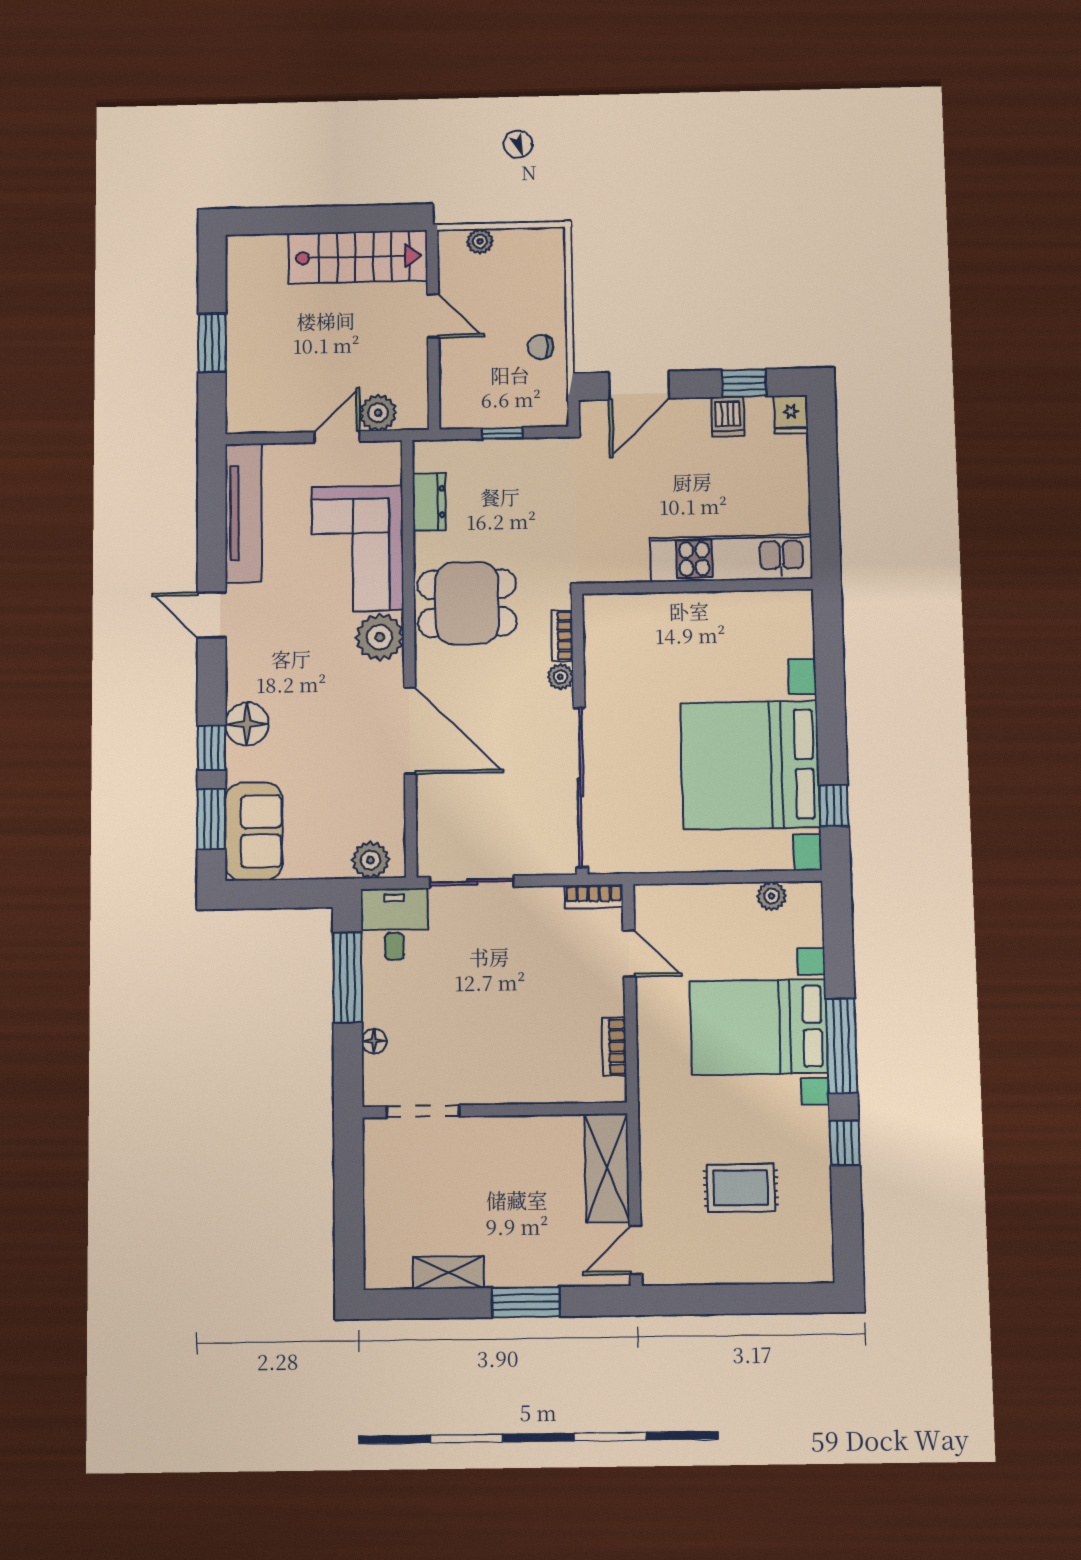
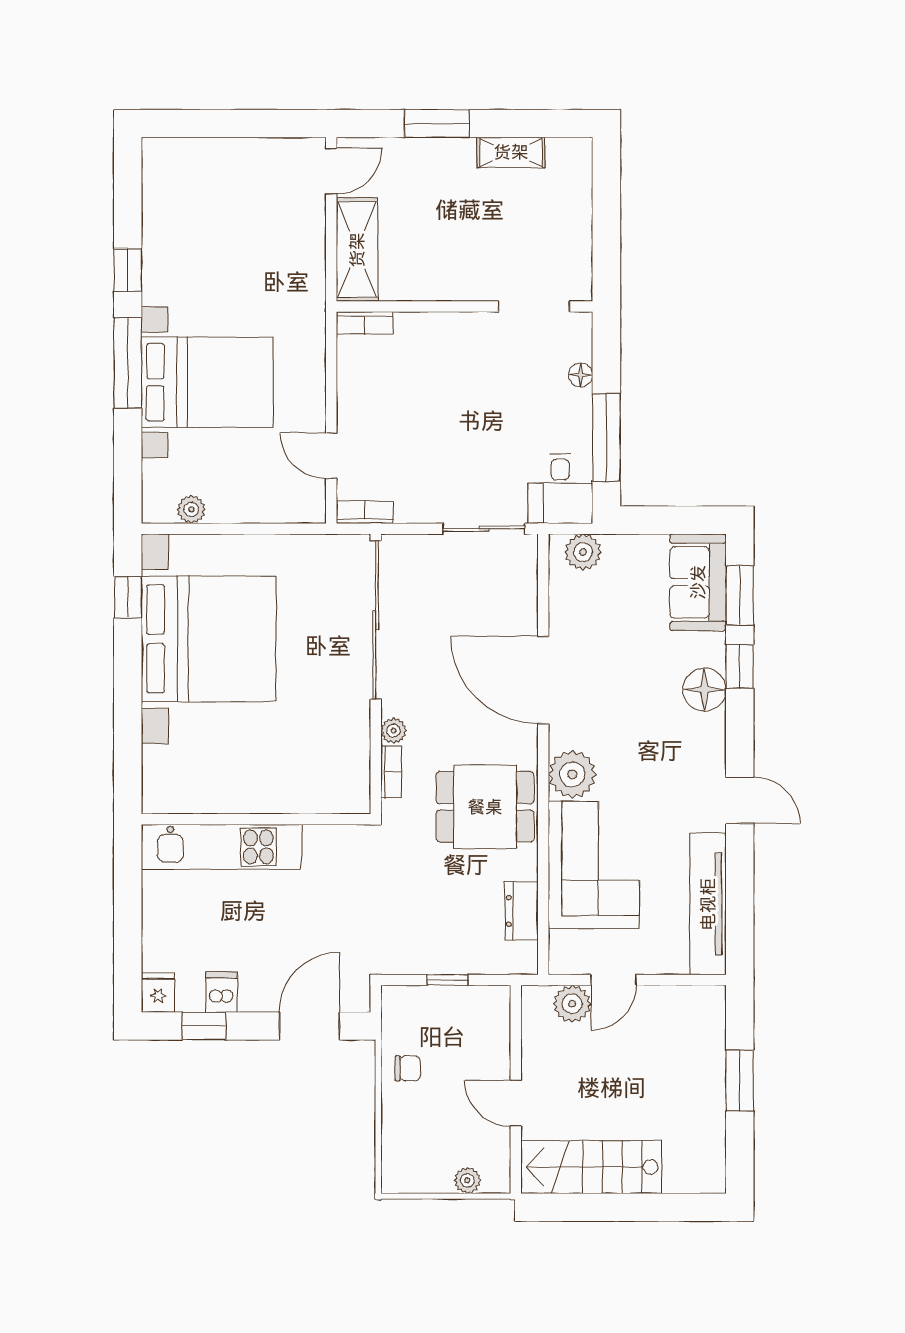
bookcase: (614, 1047) -> (365, 323), moved, turned 90
rug: (741, 1188) -> (229, 229), removed

